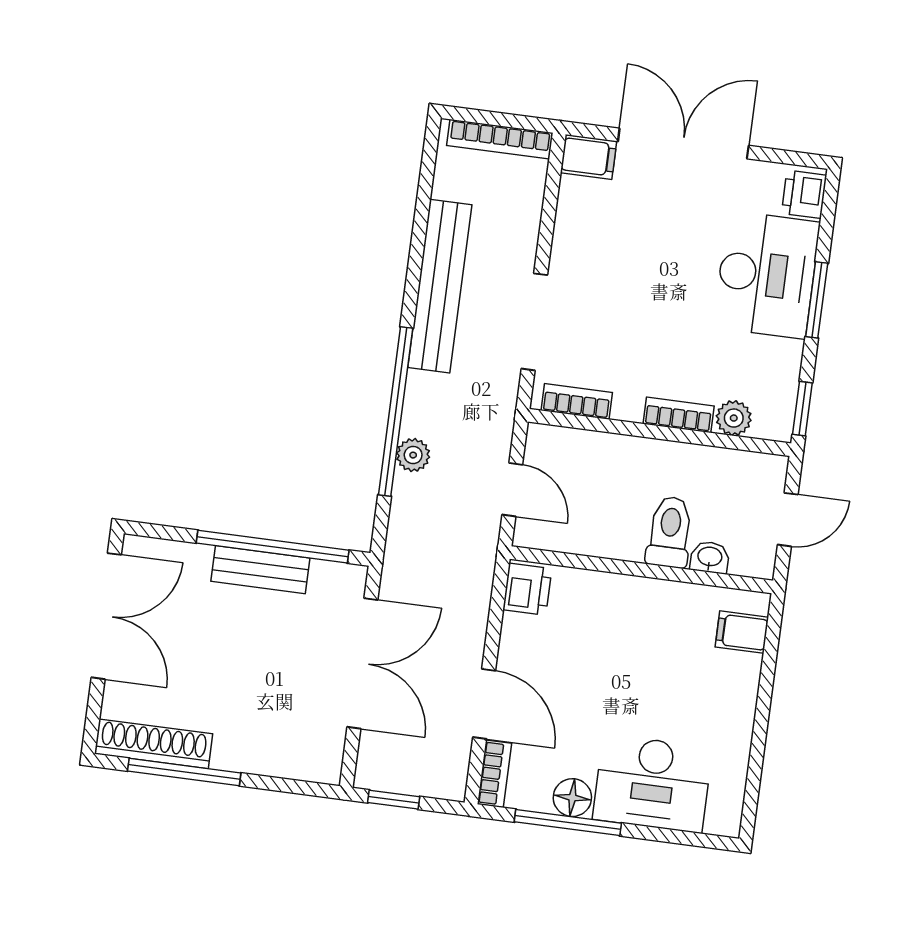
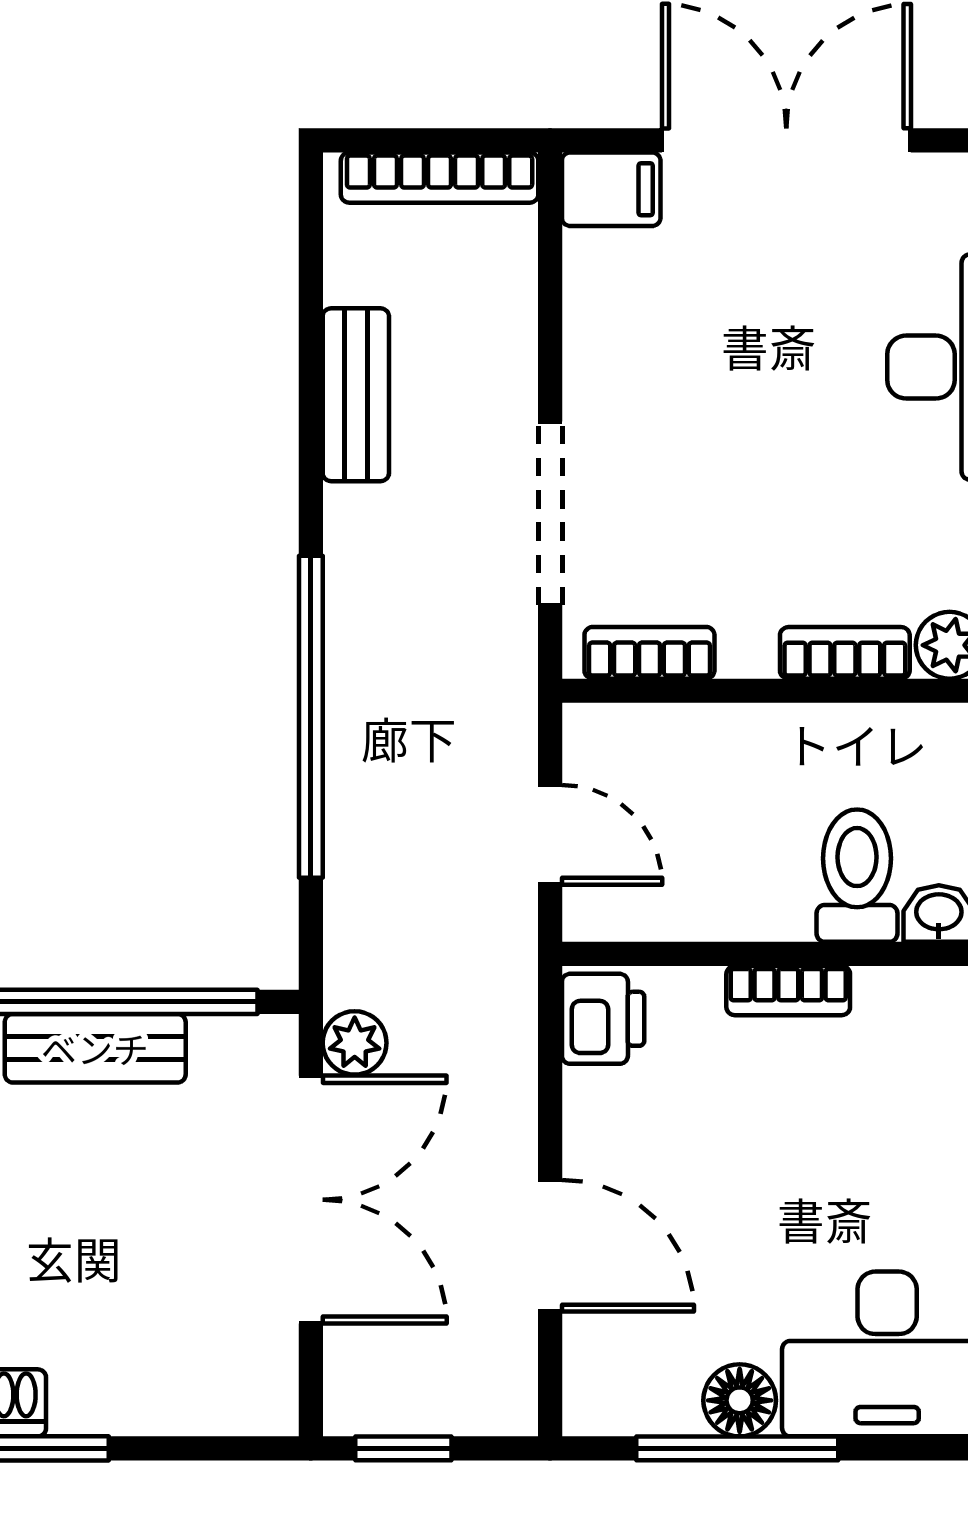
bench: (440, 286) -> (356, 395), width x0.54, depth x0.82
plant: (413, 455) -> (355, 1043), moved
bookcase: (494, 774) -> (788, 991), moved, turned 90

